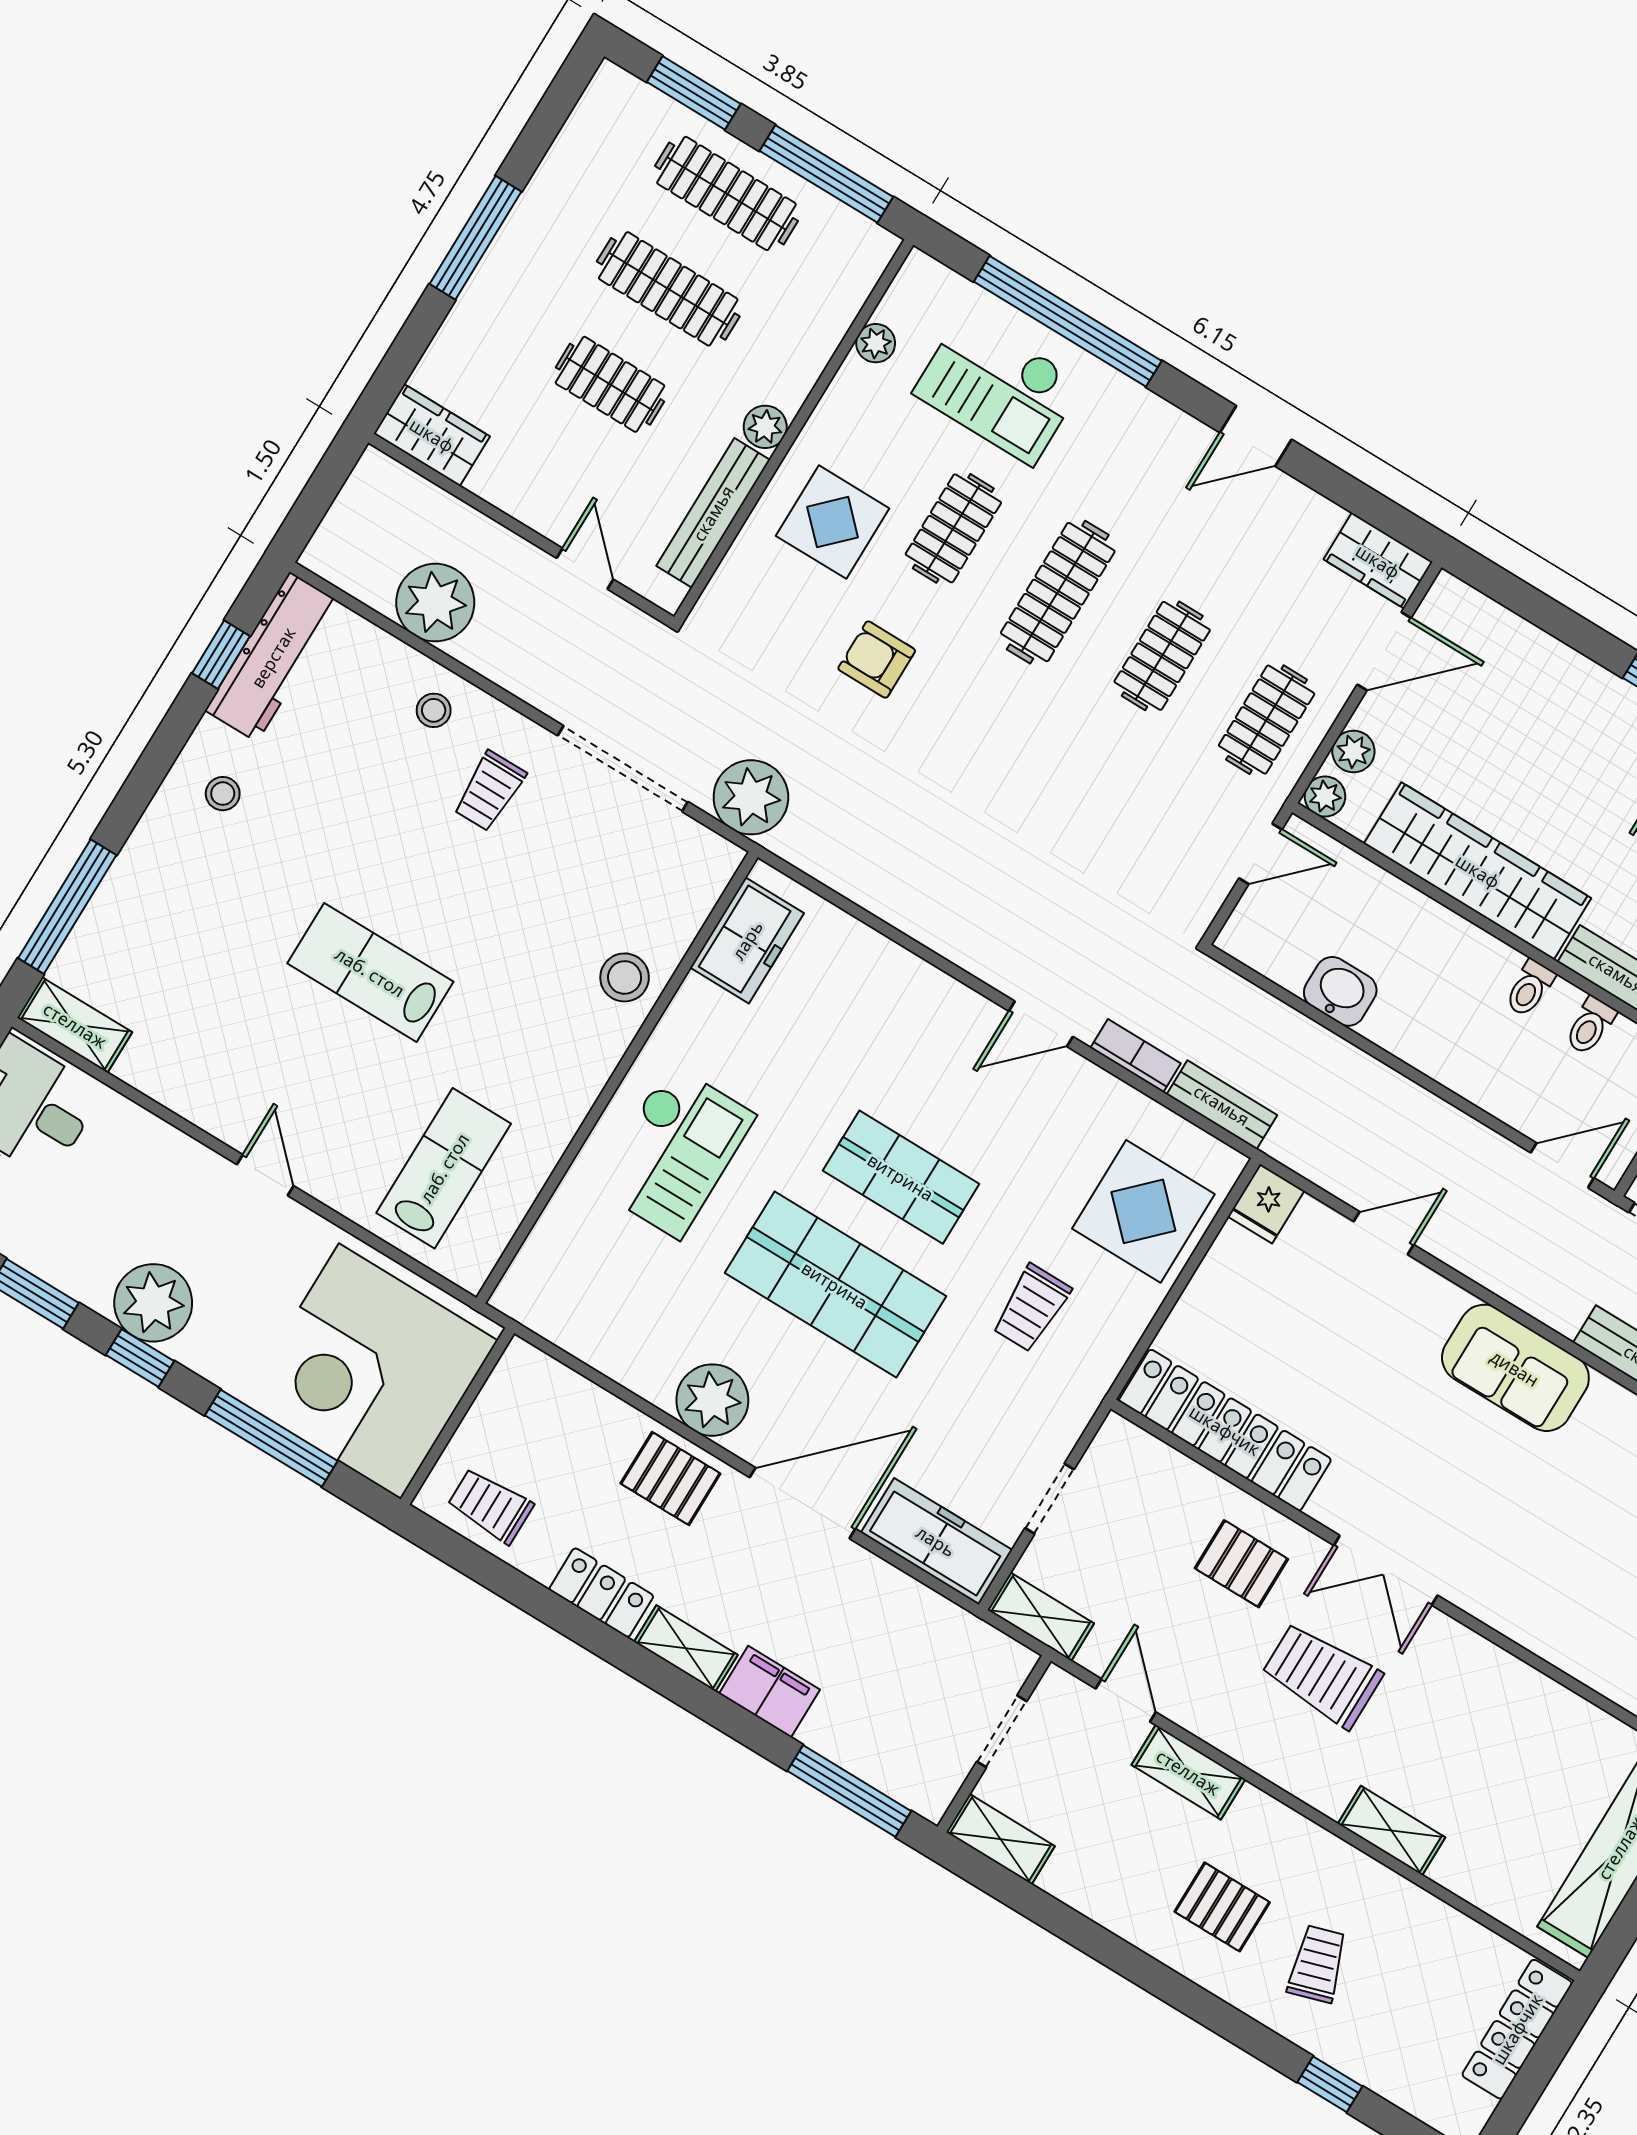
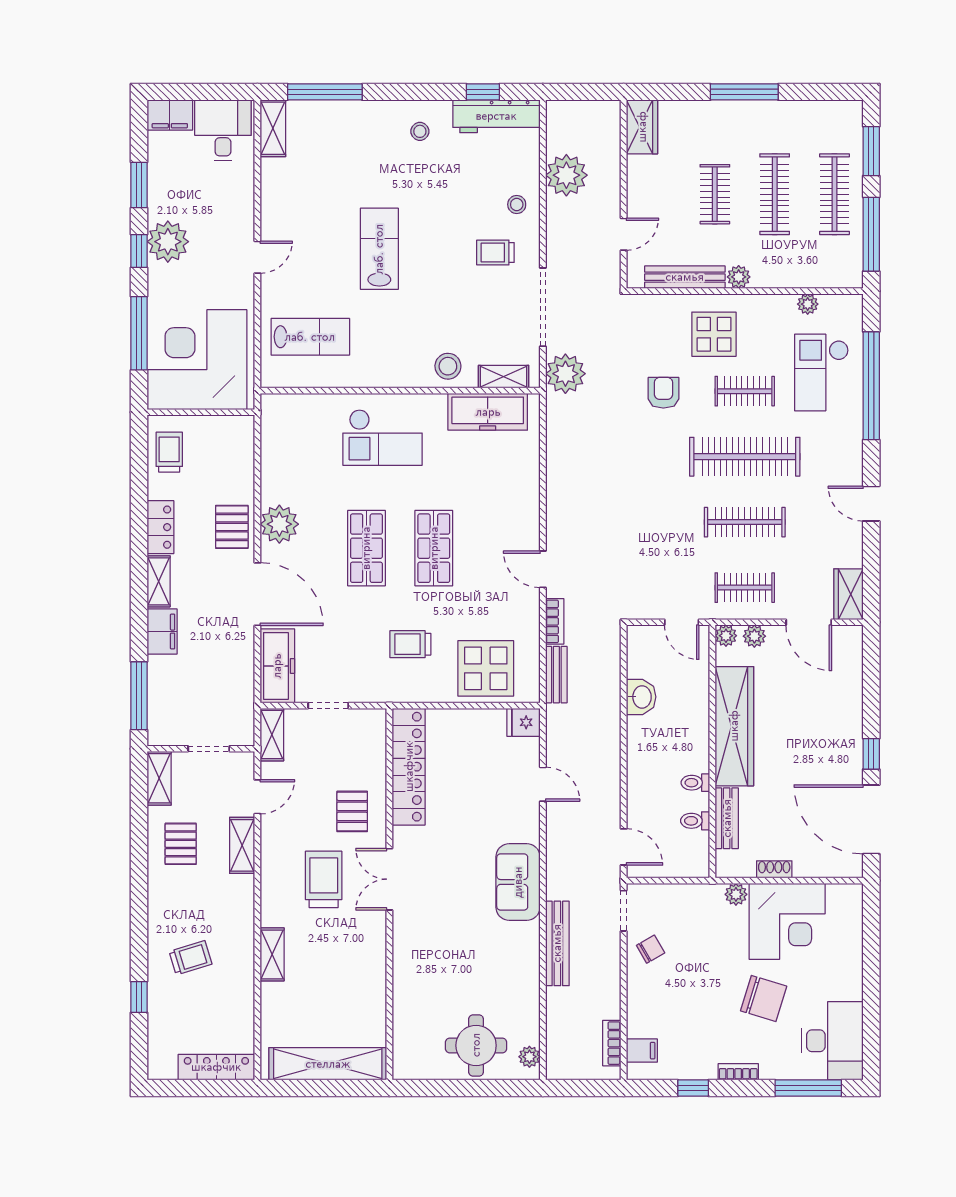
clothes rail: (1058, 592) -> (745, 457), width x1.37, depth x1.31
clothes rail: (1162, 656) -> (745, 522), width x1.36
shelving: (695, 899) -> (504, 377), added
freezer: (747, 940) -> (488, 412), width x1.40
shop shelf: (835, 1285) -> (366, 548), width x0.70, depth x0.74
pallet: (1222, 1907) -> (181, 844), moved

